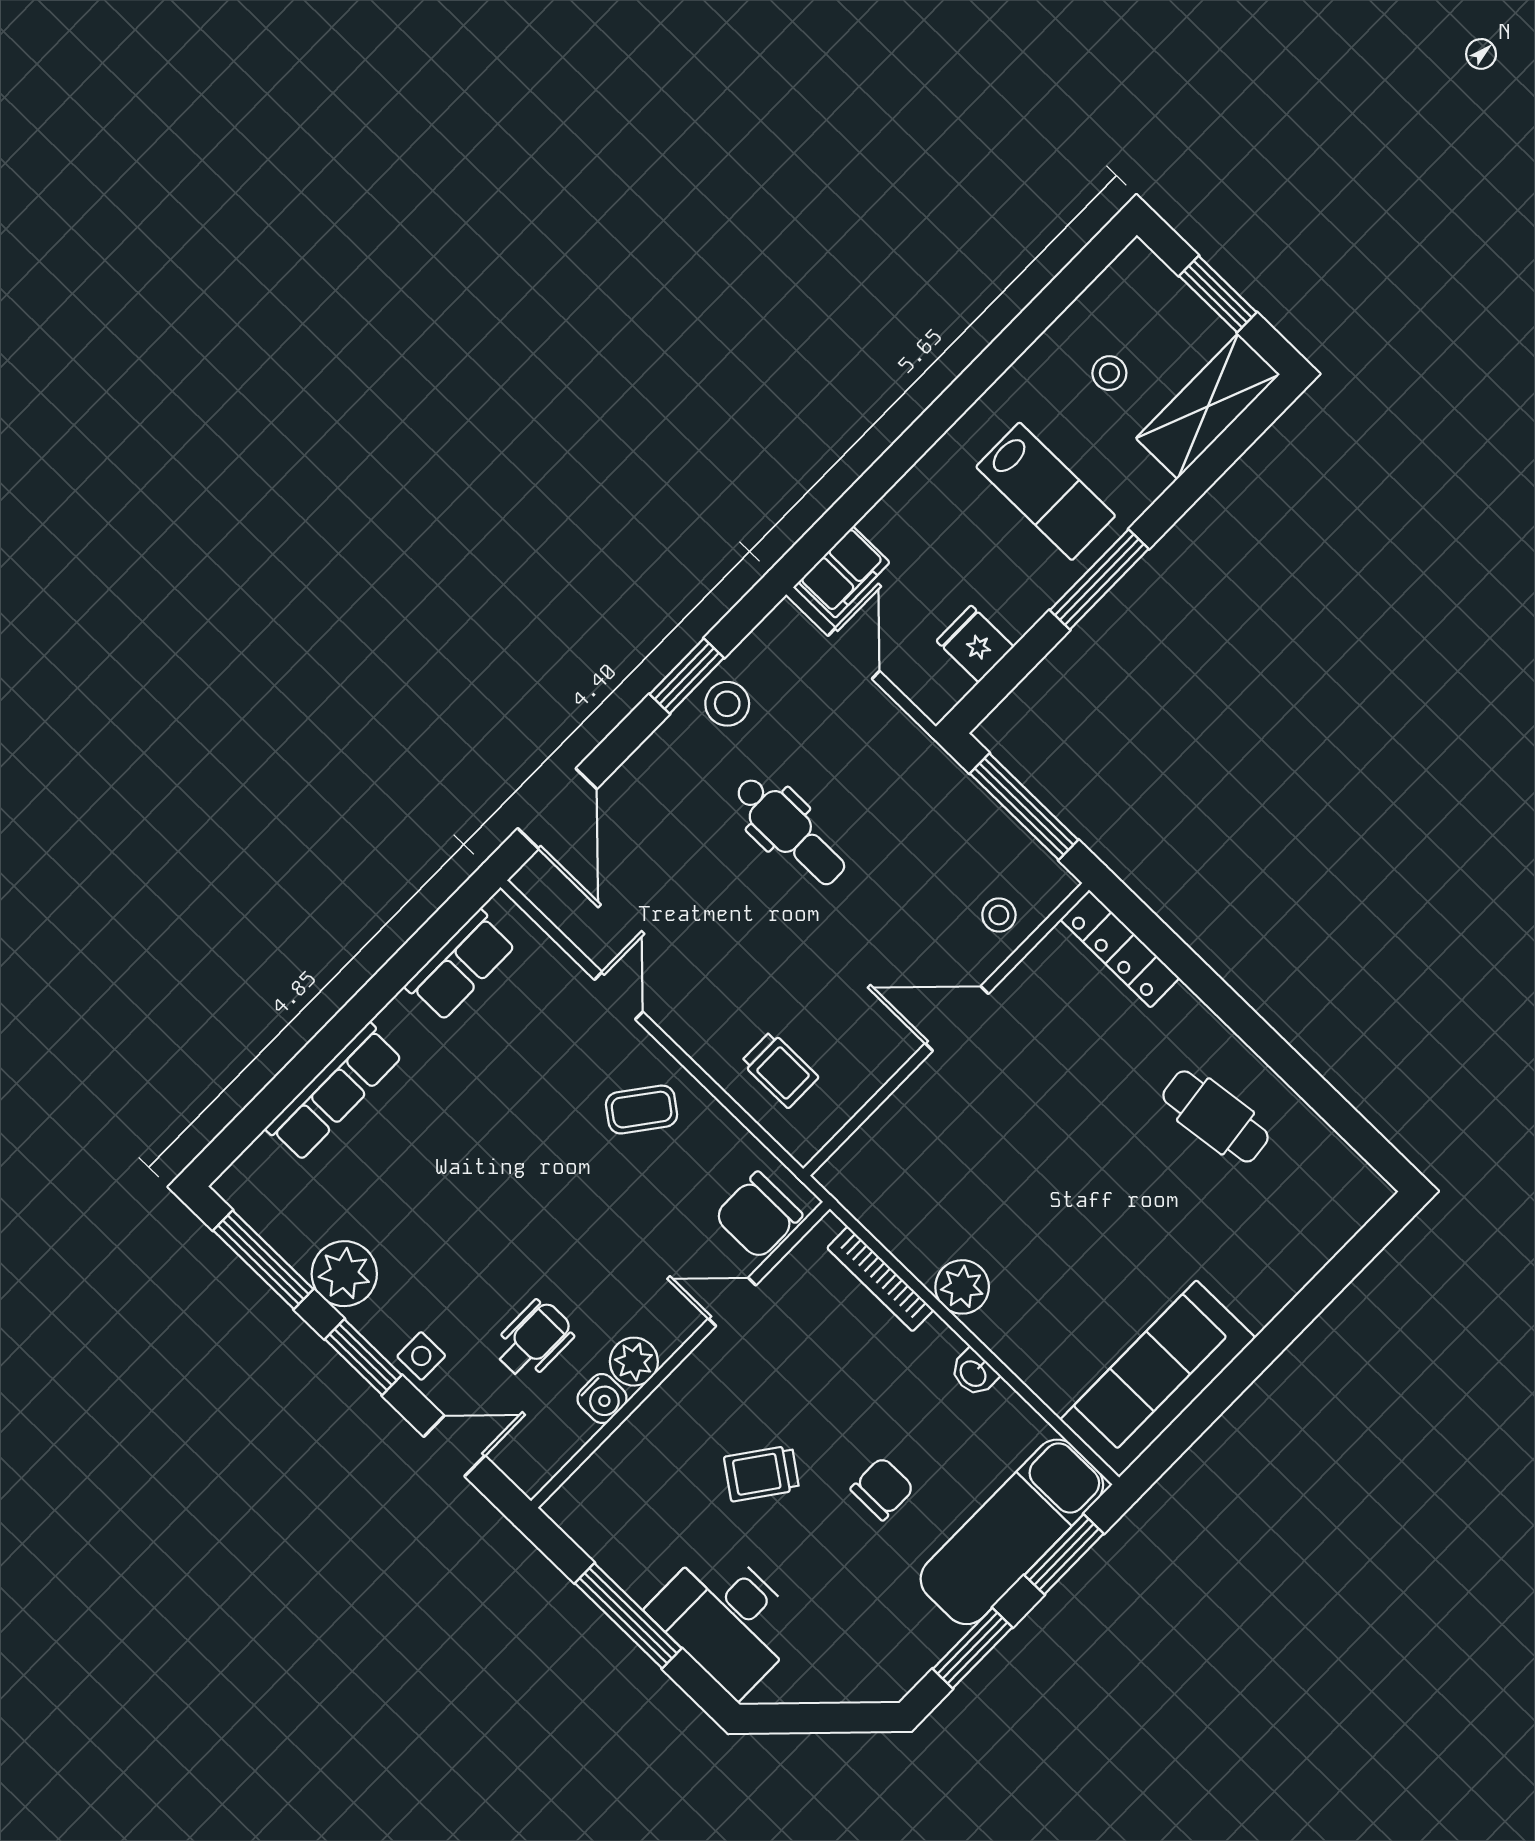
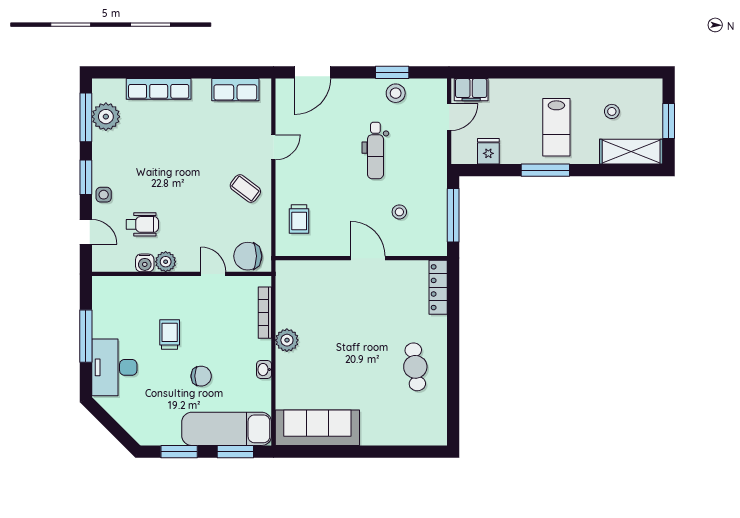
stool: (999, 915) -> (399, 212), moved
plant: (344, 1274) -> (106, 117), moved
trolley: (762, 1473) -> (170, 334), turned 54

